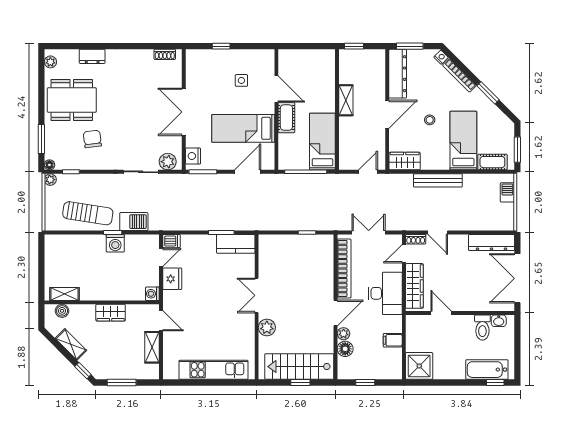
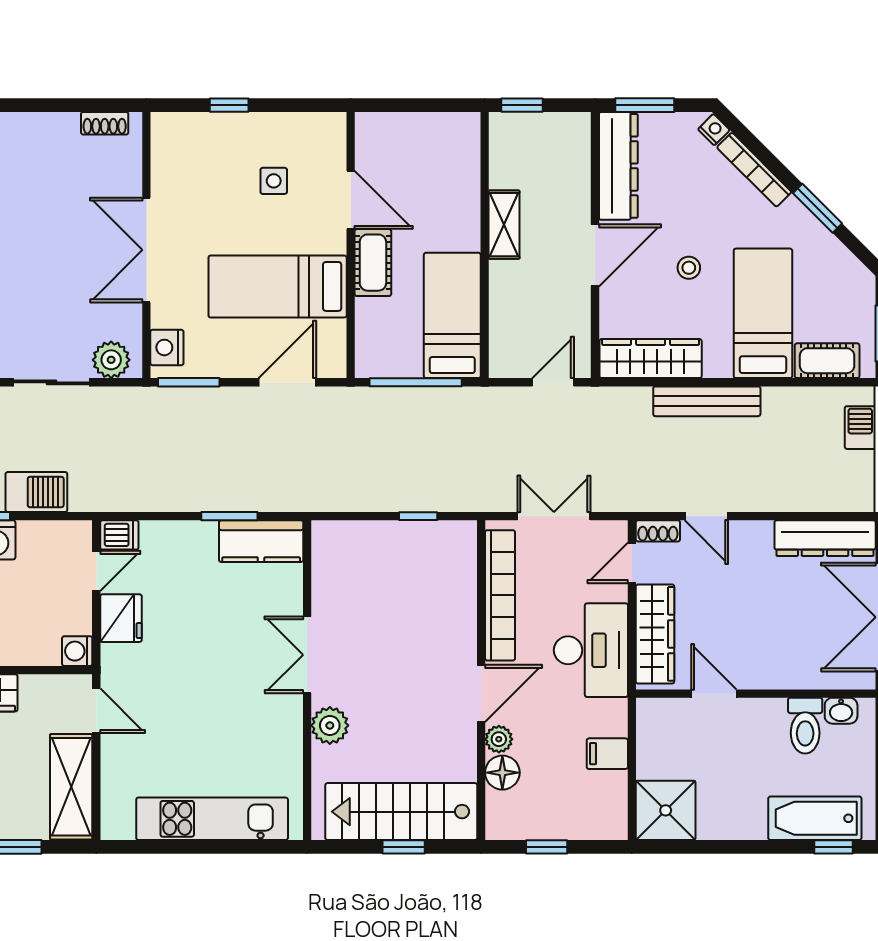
wardrobe: (405, 161) -> (651, 359), width x1.50
shelving: (152, 347) -> (71, 787), width x1.50, depth x1.33

